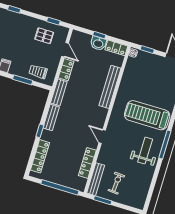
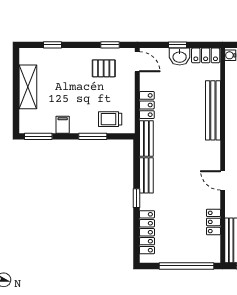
door: (65, 50) -> (137, 62), moved
locker: (87, 163) -> (213, 222), width x0.66

